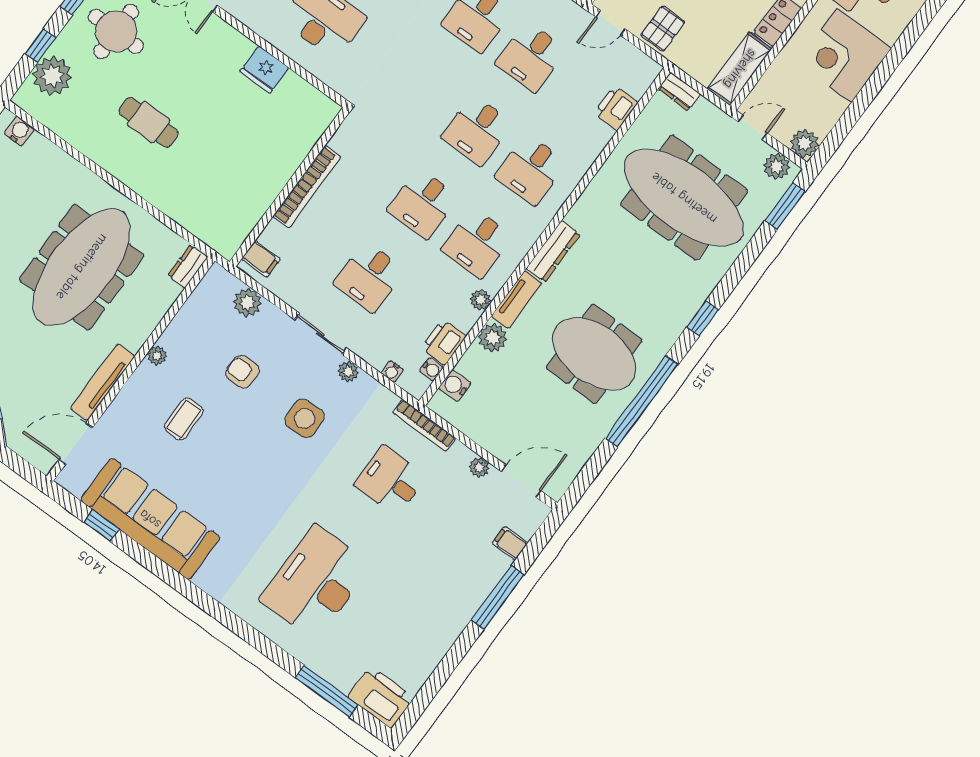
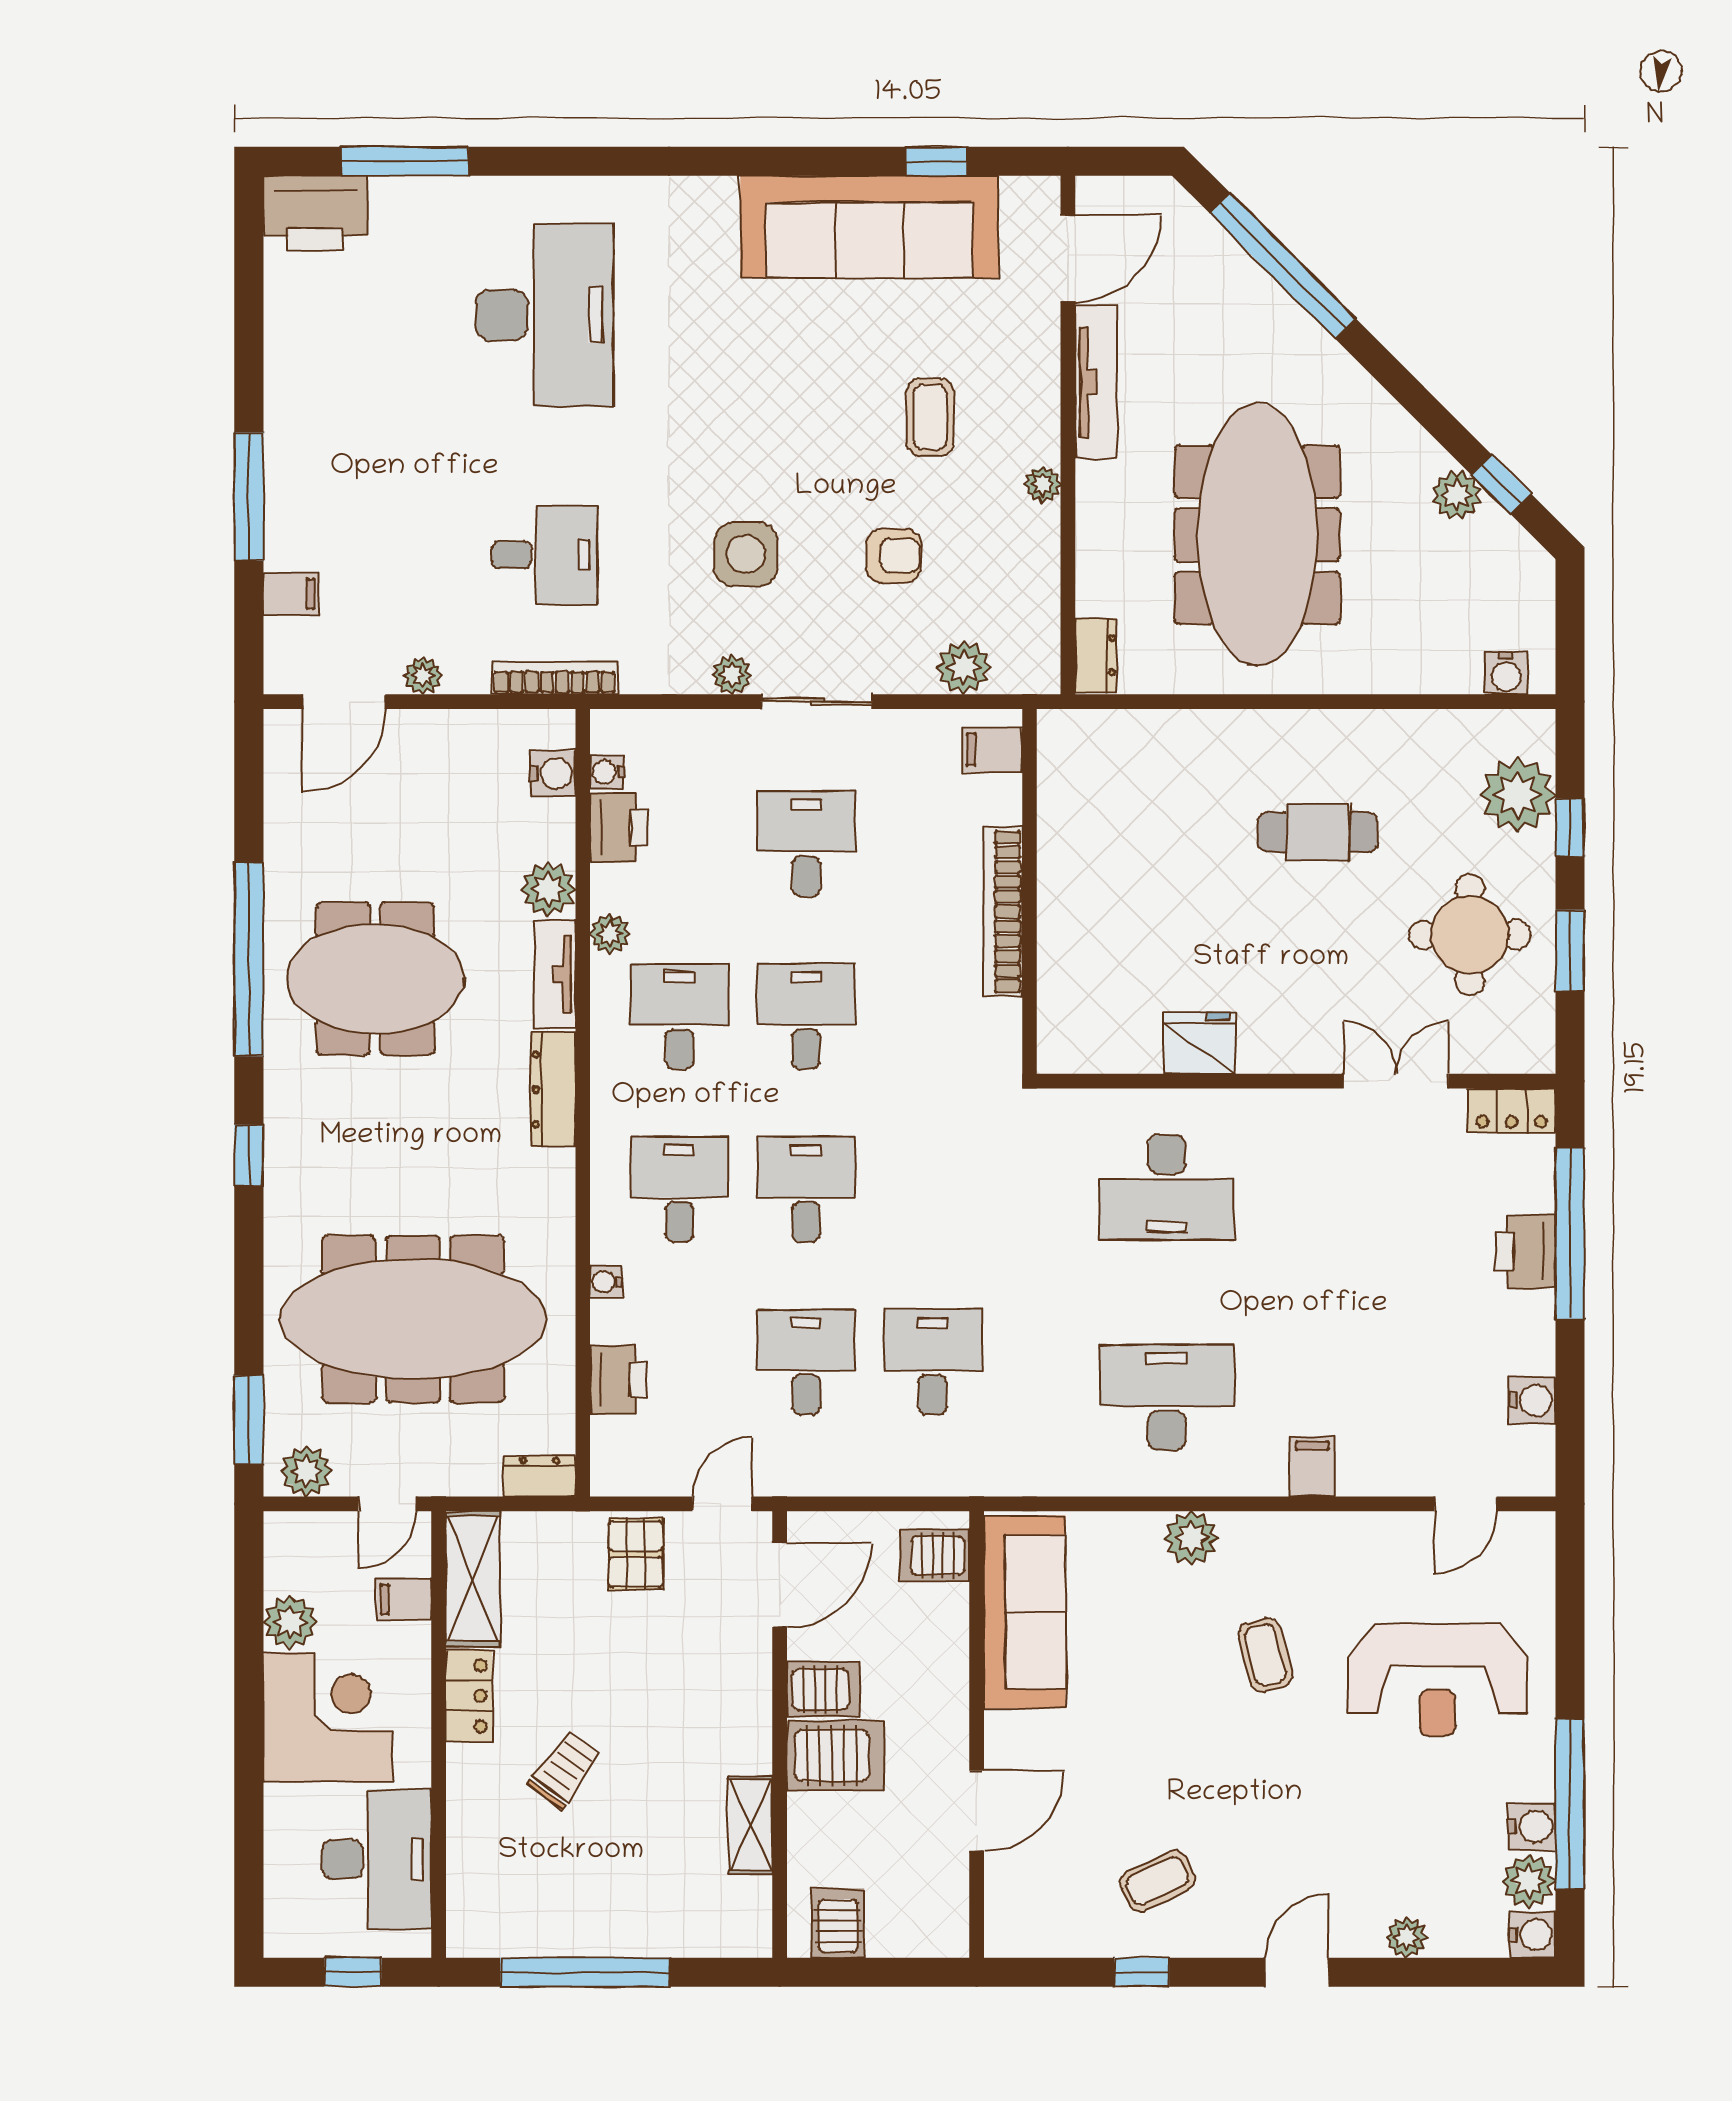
filing cabinet: (775, 82) -> (404, 1599), added
plant: (804, 143) -> (290, 1622), moved
water cooler: (392, 371) -> (606, 1282), moved, turned -90

